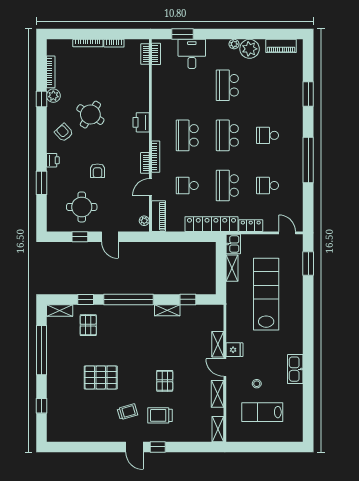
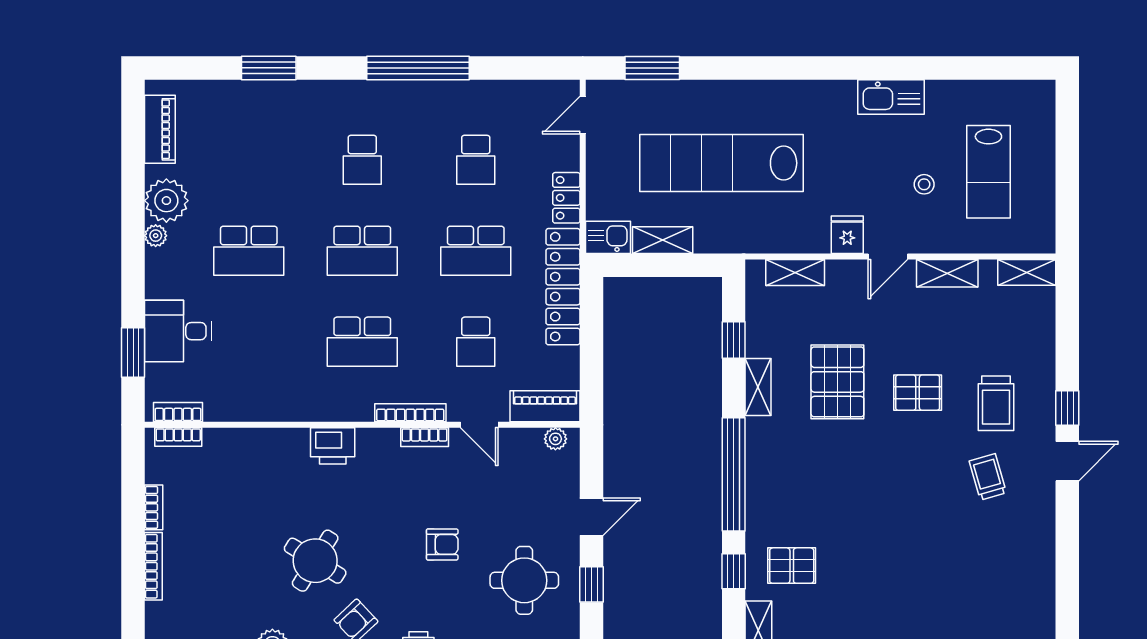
shelving: (218, 344) -> (795, 273), moved
pallet: (101, 377) -> (837, 382), moved

